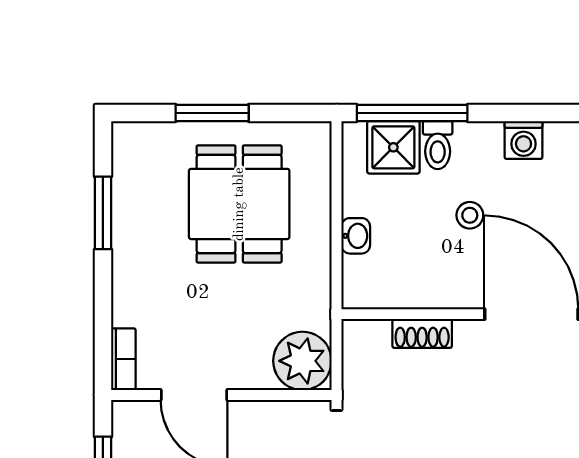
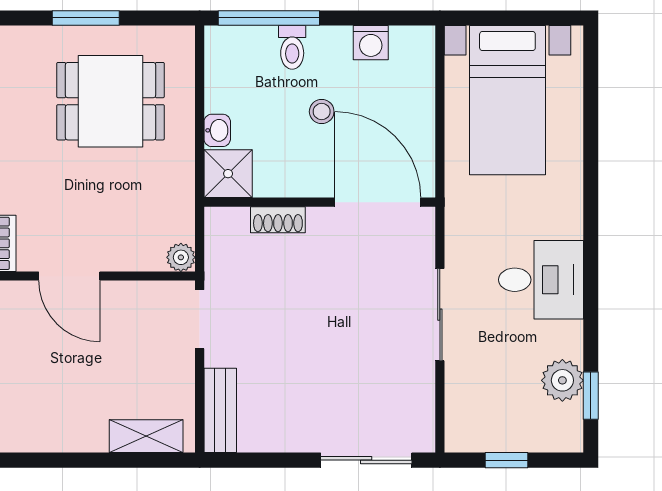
shower: (393, 147) -> (228, 174), moved
dining table: (239, 204) -> (111, 101), turned 90
plant: (302, 361) -> (181, 257), width x0.53, depth x0.53

